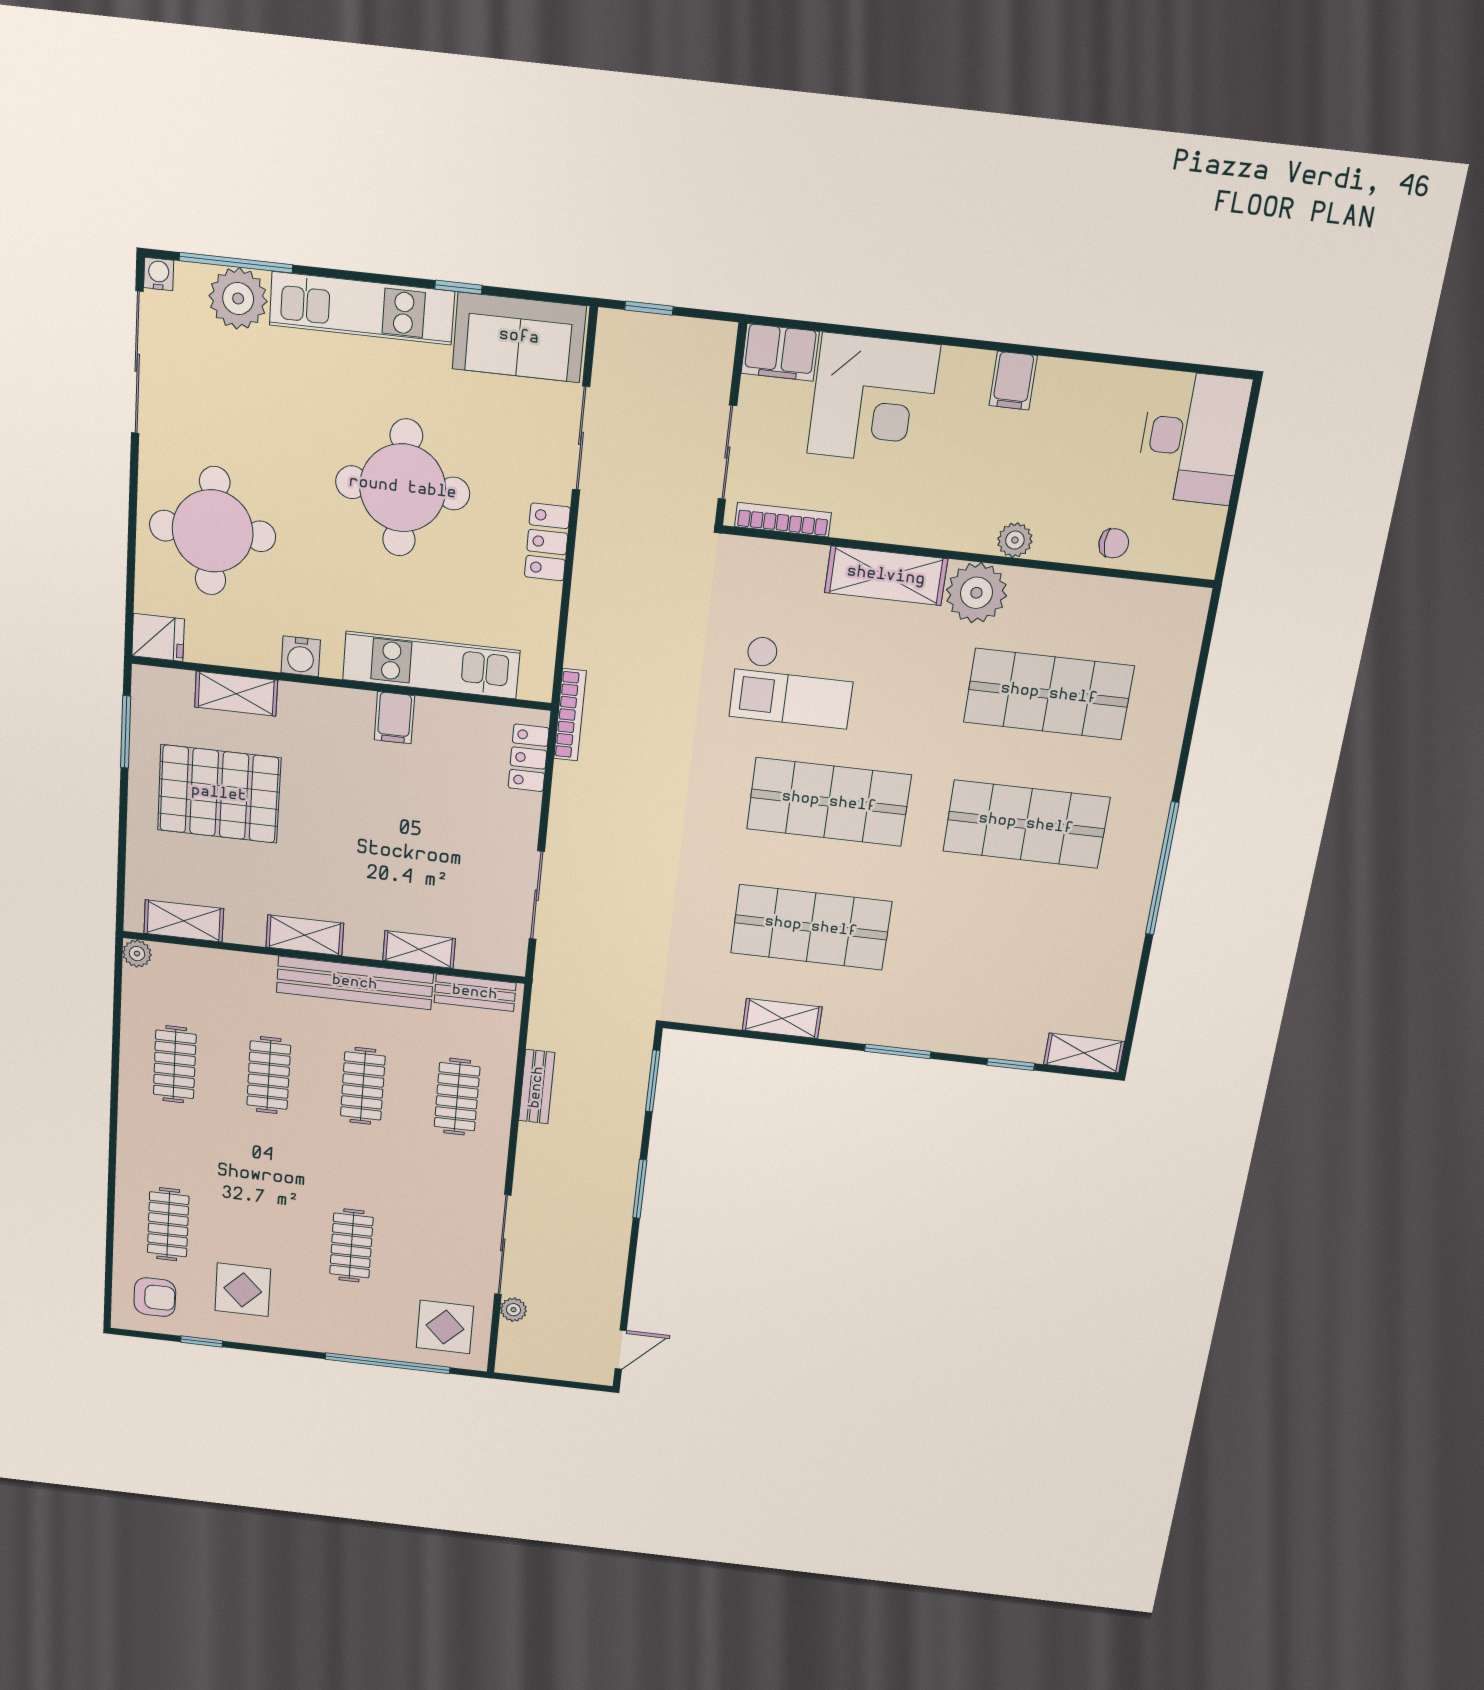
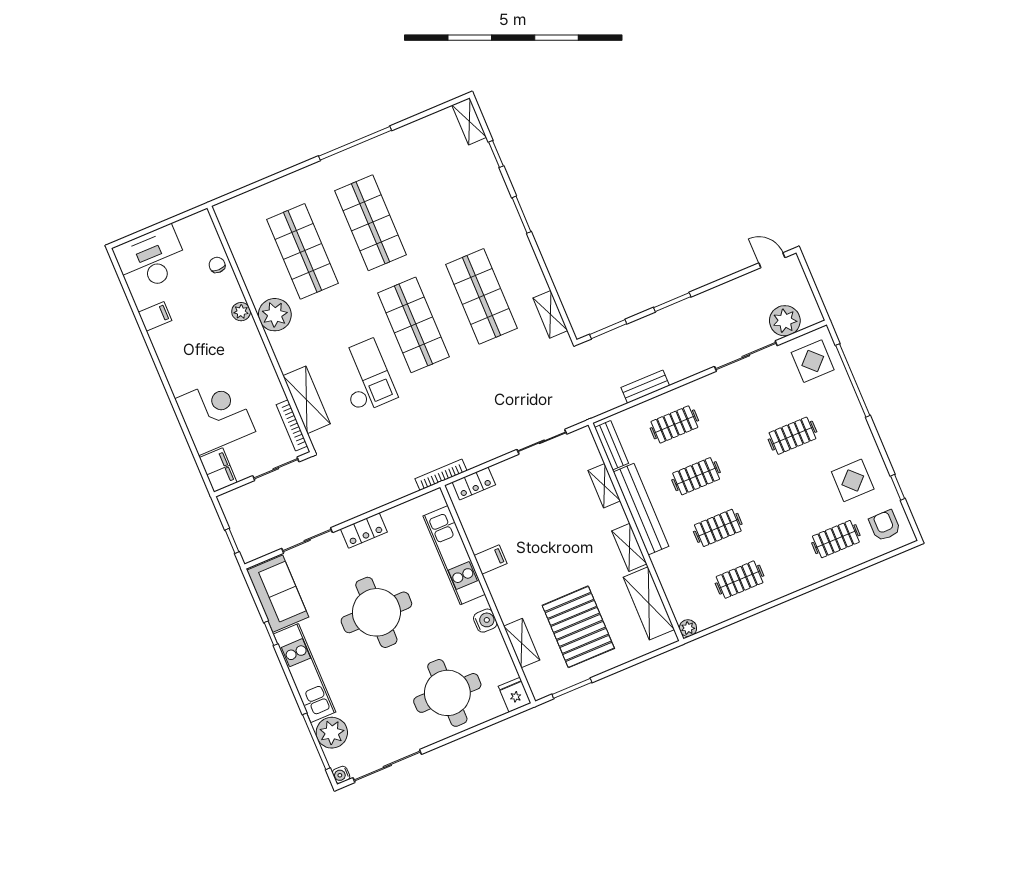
filing cabinet: (1013, 381) -> (155, 316), moved
shelving: (886, 576) -> (307, 400), moved
shelving: (184, 921) -> (649, 603), width x1.50, depth x1.33
shelving: (782, 1018) -> (550, 314), moved
plant: (513, 1310) -> (785, 321), width x1.88, depth x1.88

